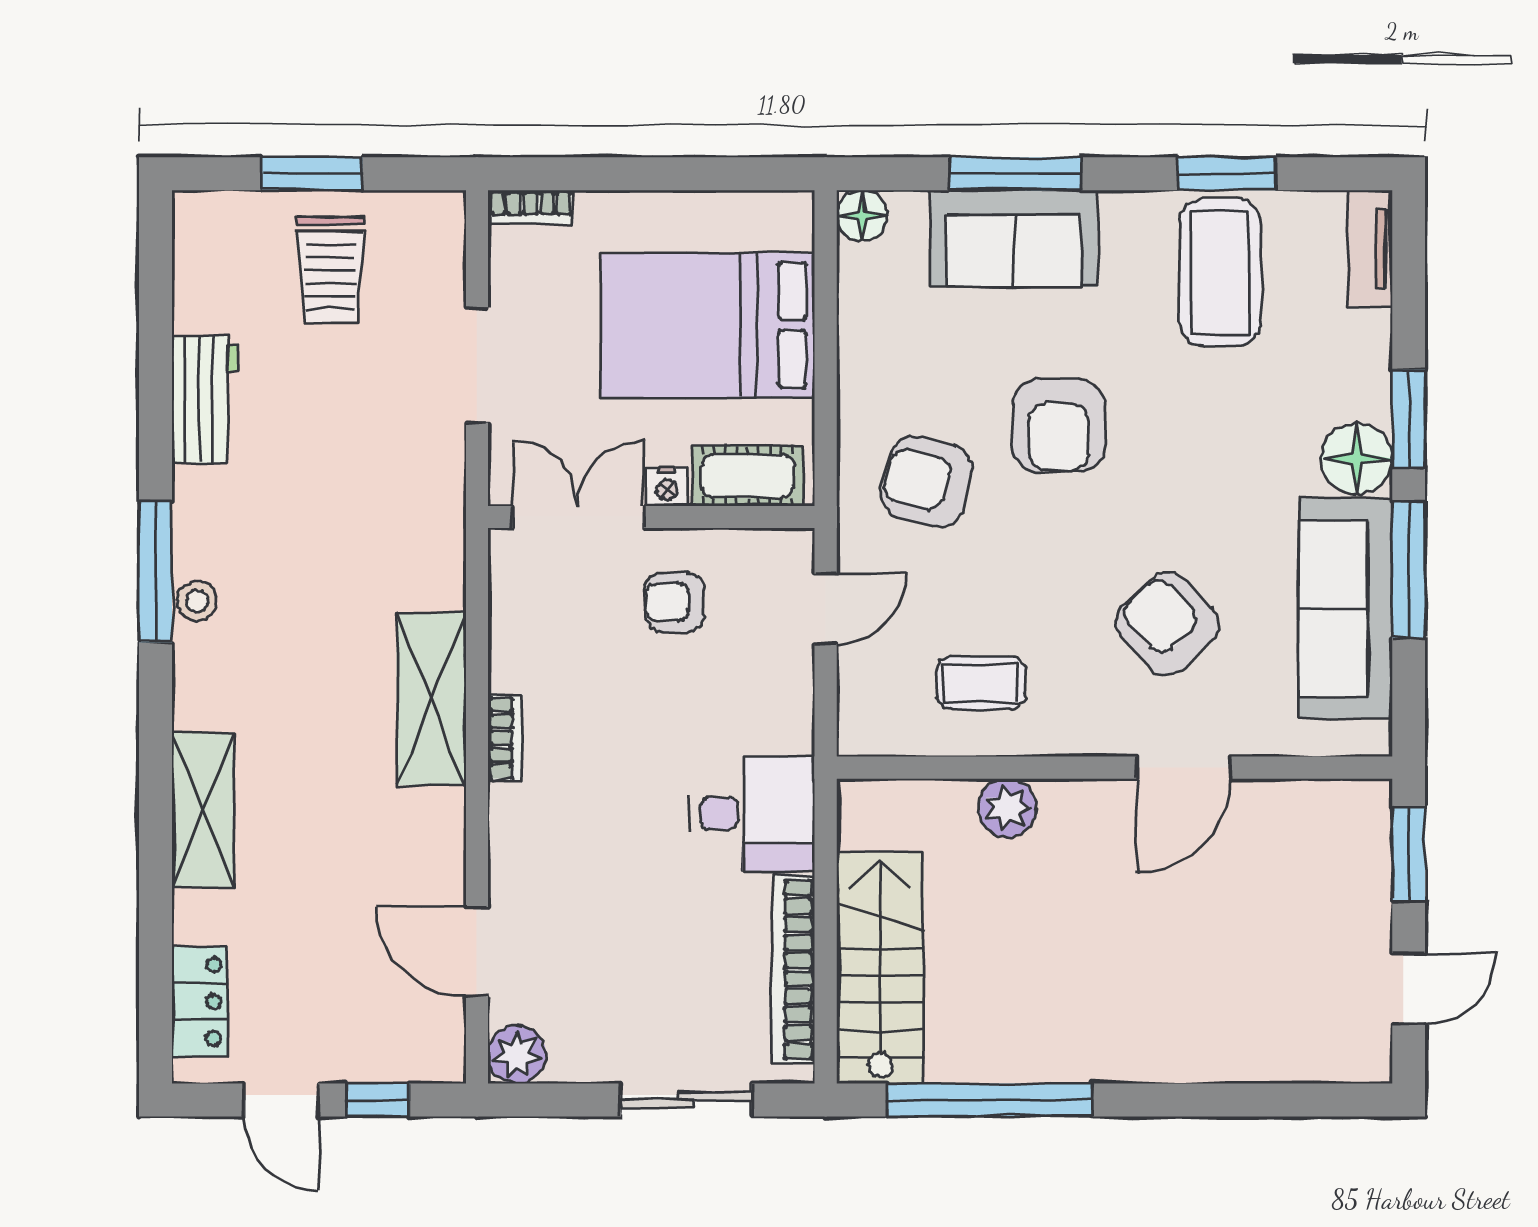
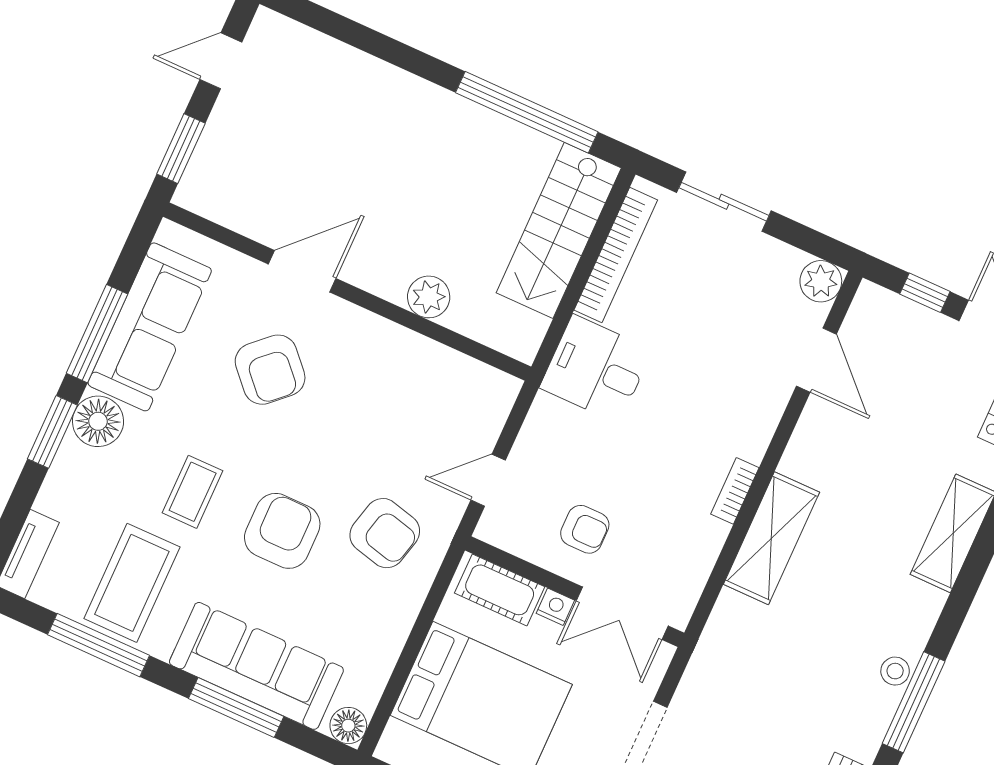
window: (1227, 174) -> (98, 645), width x1.44
sofa: (1014, 238) -> (256, 666), width x1.36
coffee table: (981, 683) -> (193, 492), moved, turned 90

